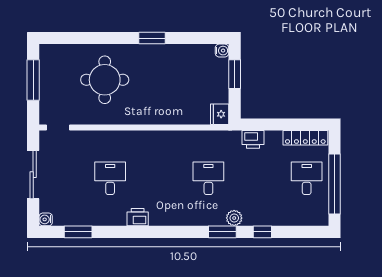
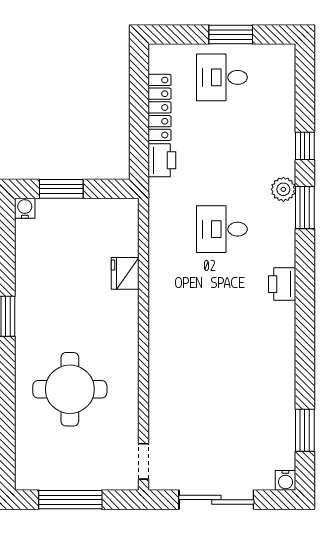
fridge: (220, 114) -> (125, 273), moved, turned 90
locker: (305, 138) -> (160, 107), moved
desk: (110, 178) -> (222, 381), removed
window: (334, 184) -> (231, 34), width x0.47
printer: (138, 217) -> (282, 284), moved

